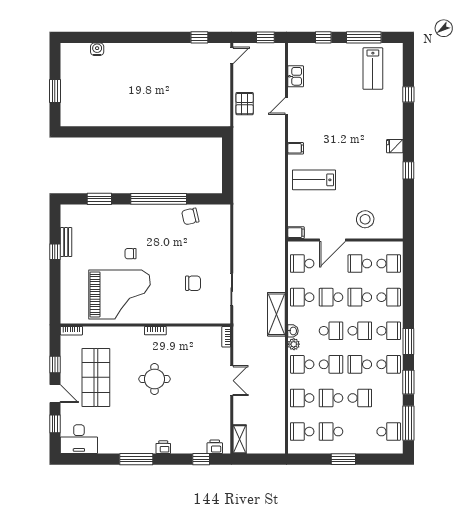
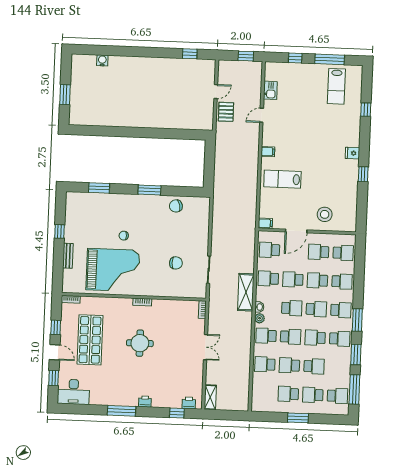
door: (232, 55) -> (216, 92), moved
window: (159, 199) -> (149, 190), width x0.47
bench: (66, 242) -> (68, 256), moved
school desk: (302, 432) -> (313, 395), moved

